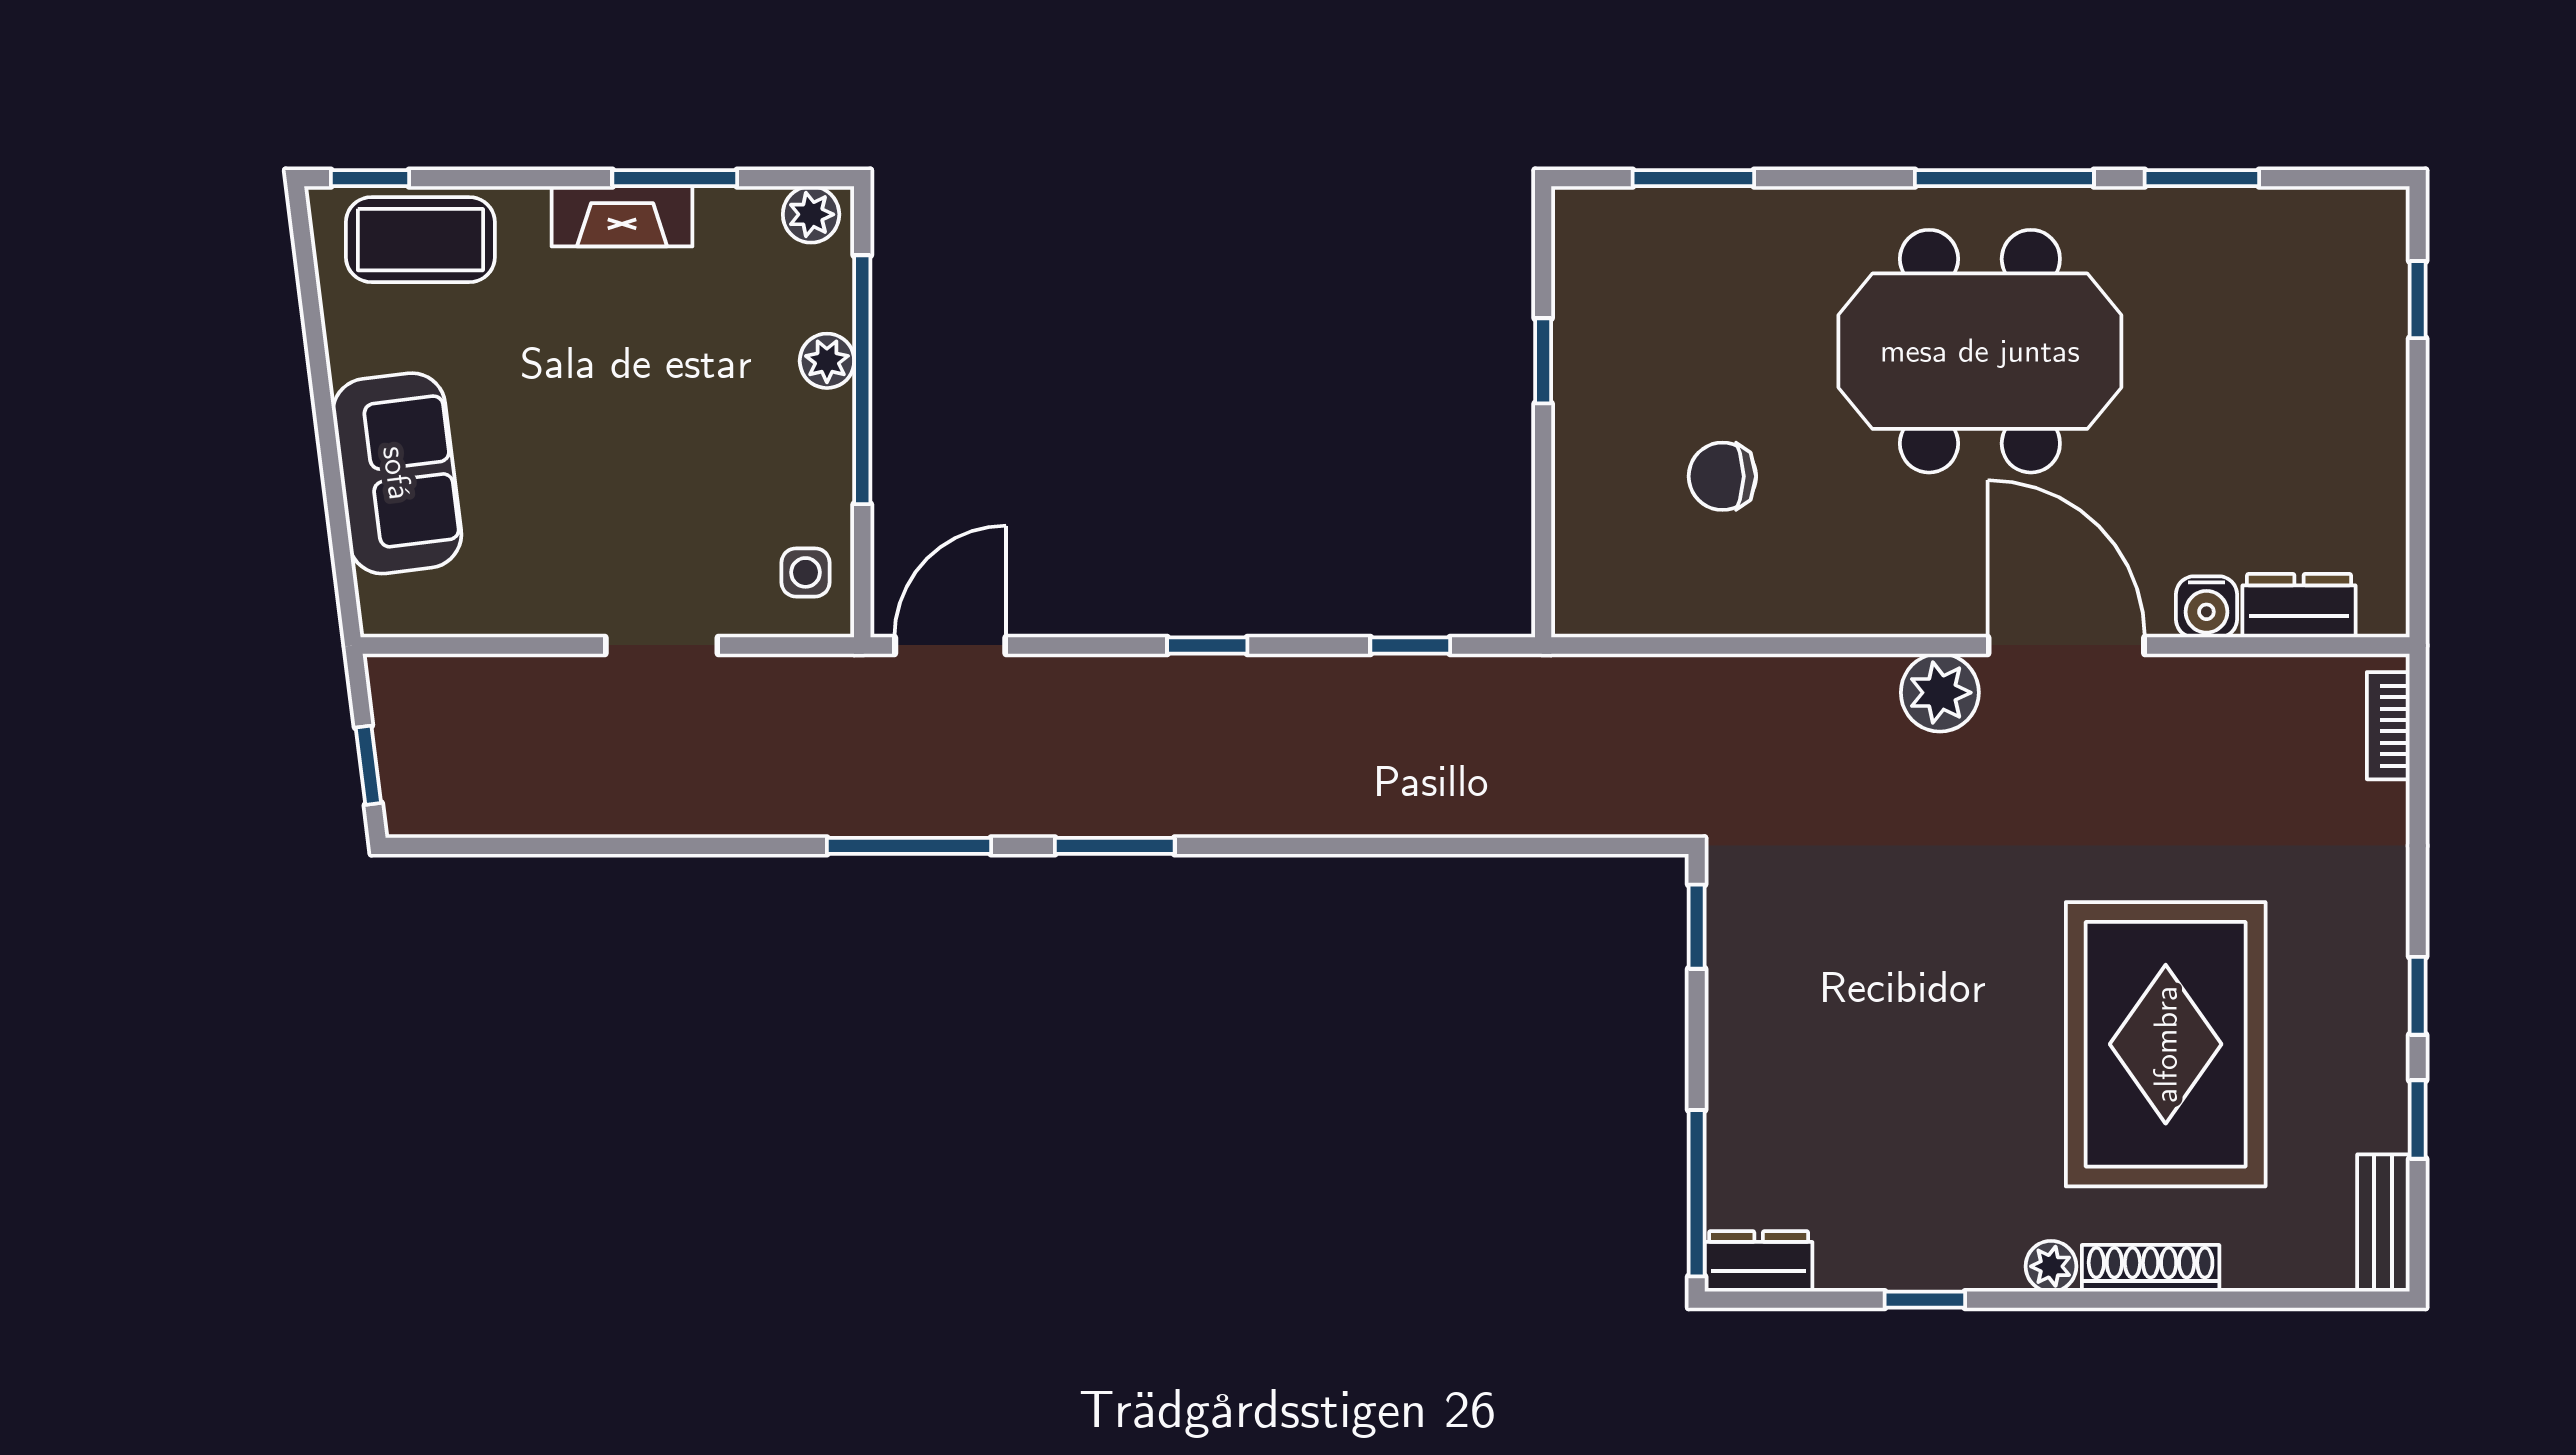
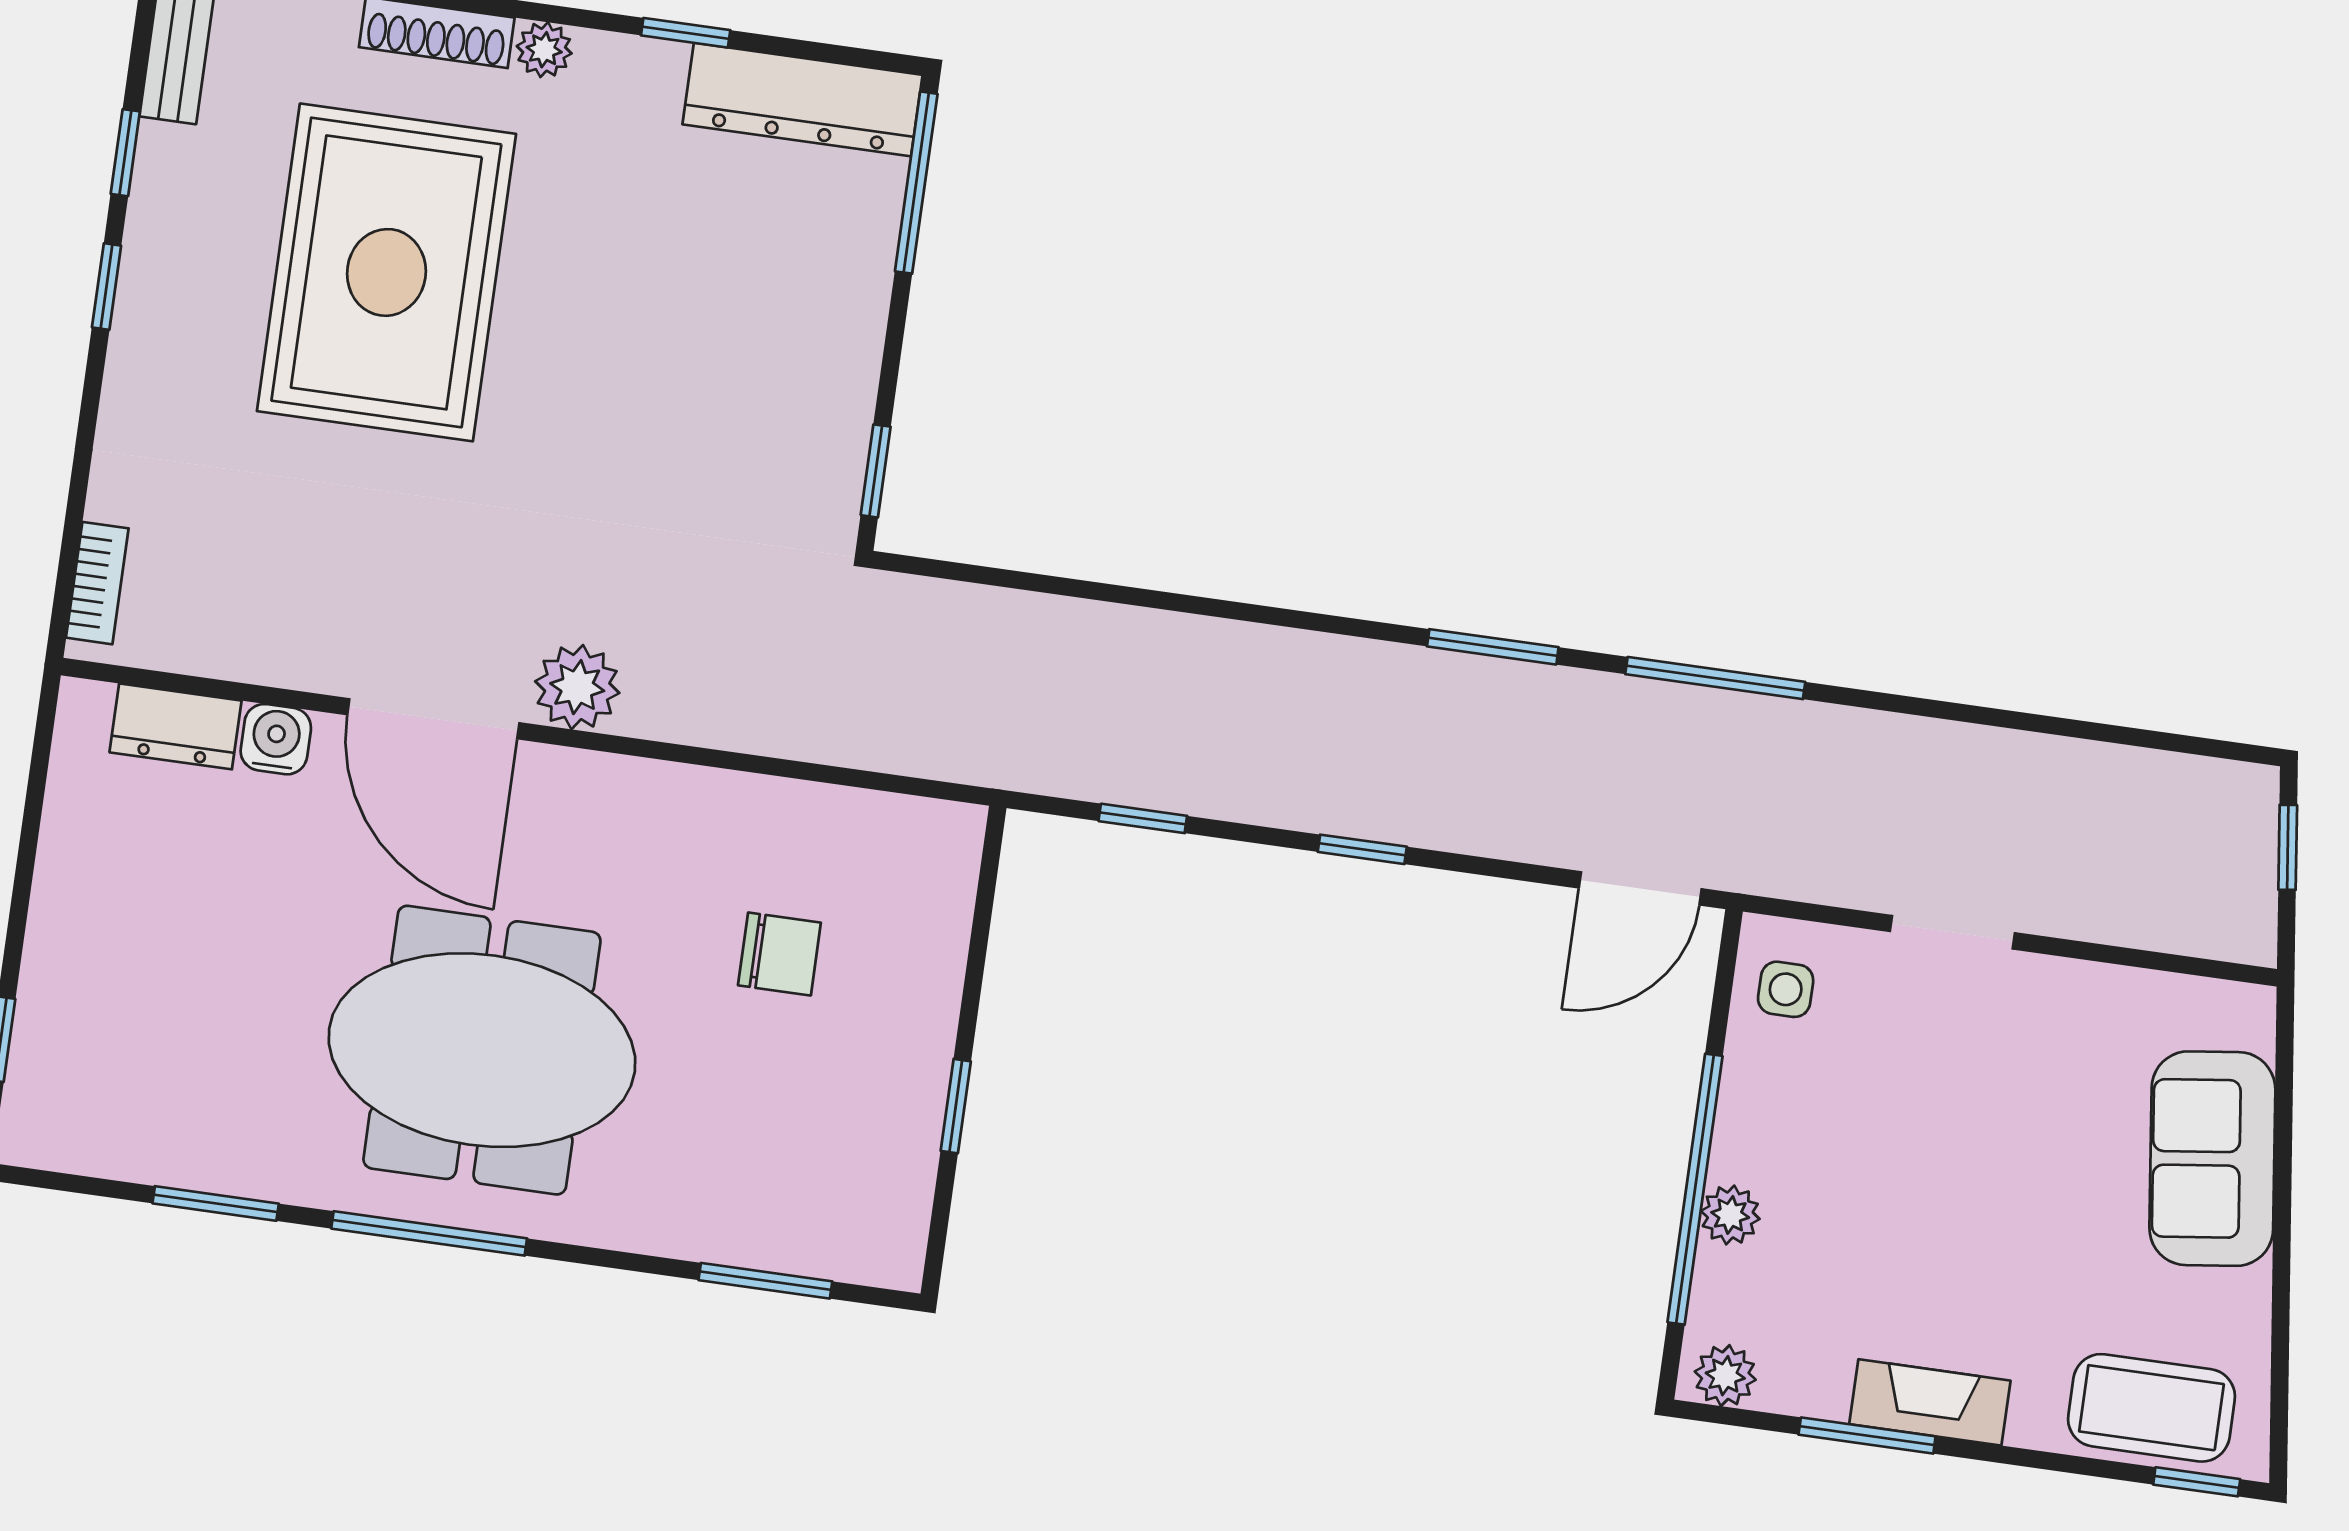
dresser: (1759, 1261) -> (802, 100), width x1.96, depth x1.24

